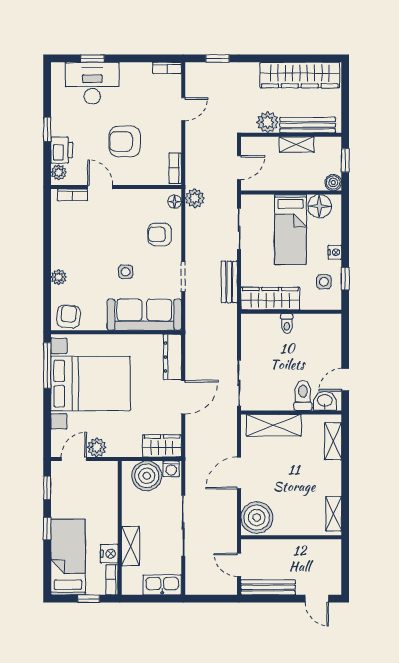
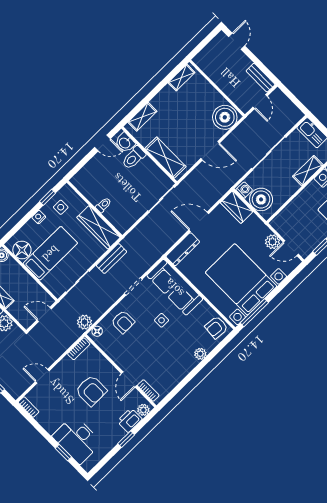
bench: (268, 587) -> (261, 78), width x0.73

